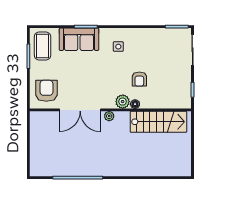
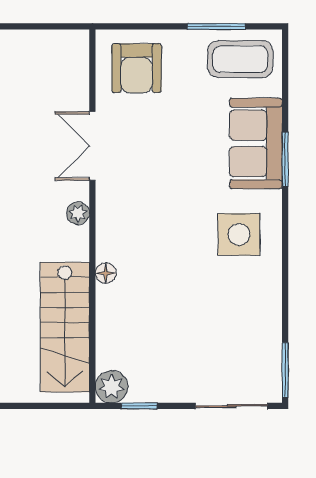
side table: (118, 47) -> (239, 234), width x1.87, depth x1.87
armchair: (139, 79) -> (164, 283), removed
armchair: (46, 91) -> (137, 68), turned 90
plant: (123, 102) -> (112, 387), moved
double door: (80, 110) -> (92, 146), width x0.73

